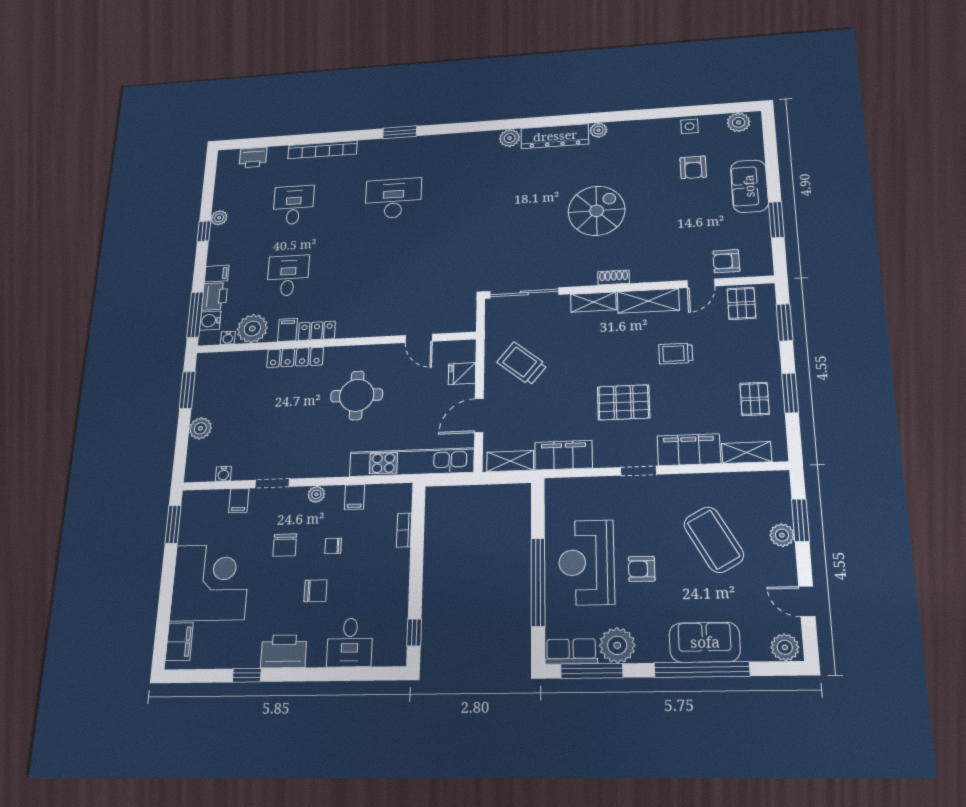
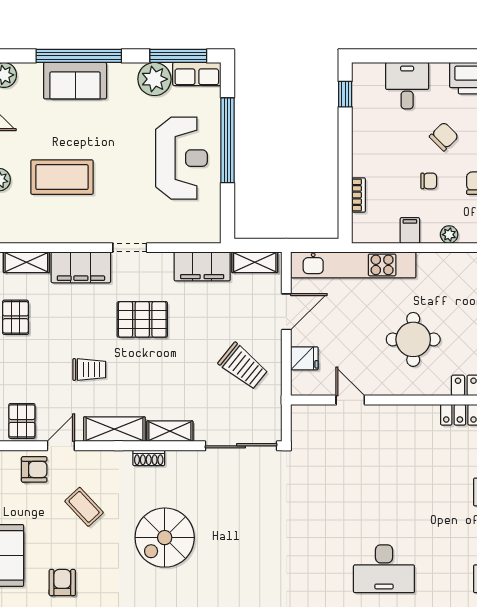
coffee table: (675, 232) -> (84, 507), added
coffee table: (714, 540) -> (62, 177), turned -61
armchair: (642, 569) -> (130, 151), removed
chair: (315, 591) -> (444, 136), turned 135

